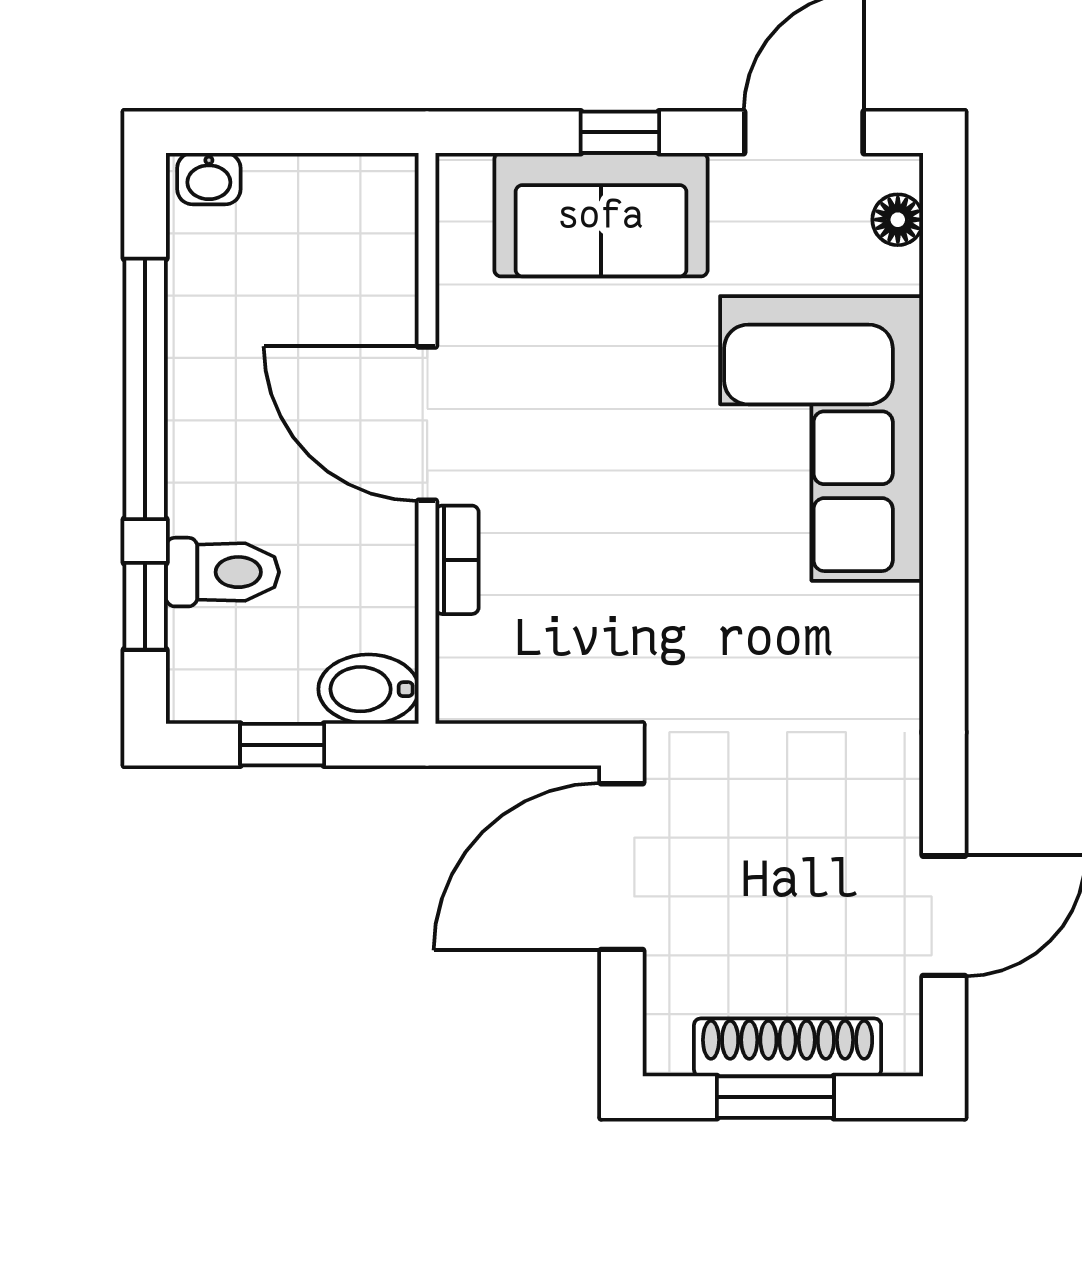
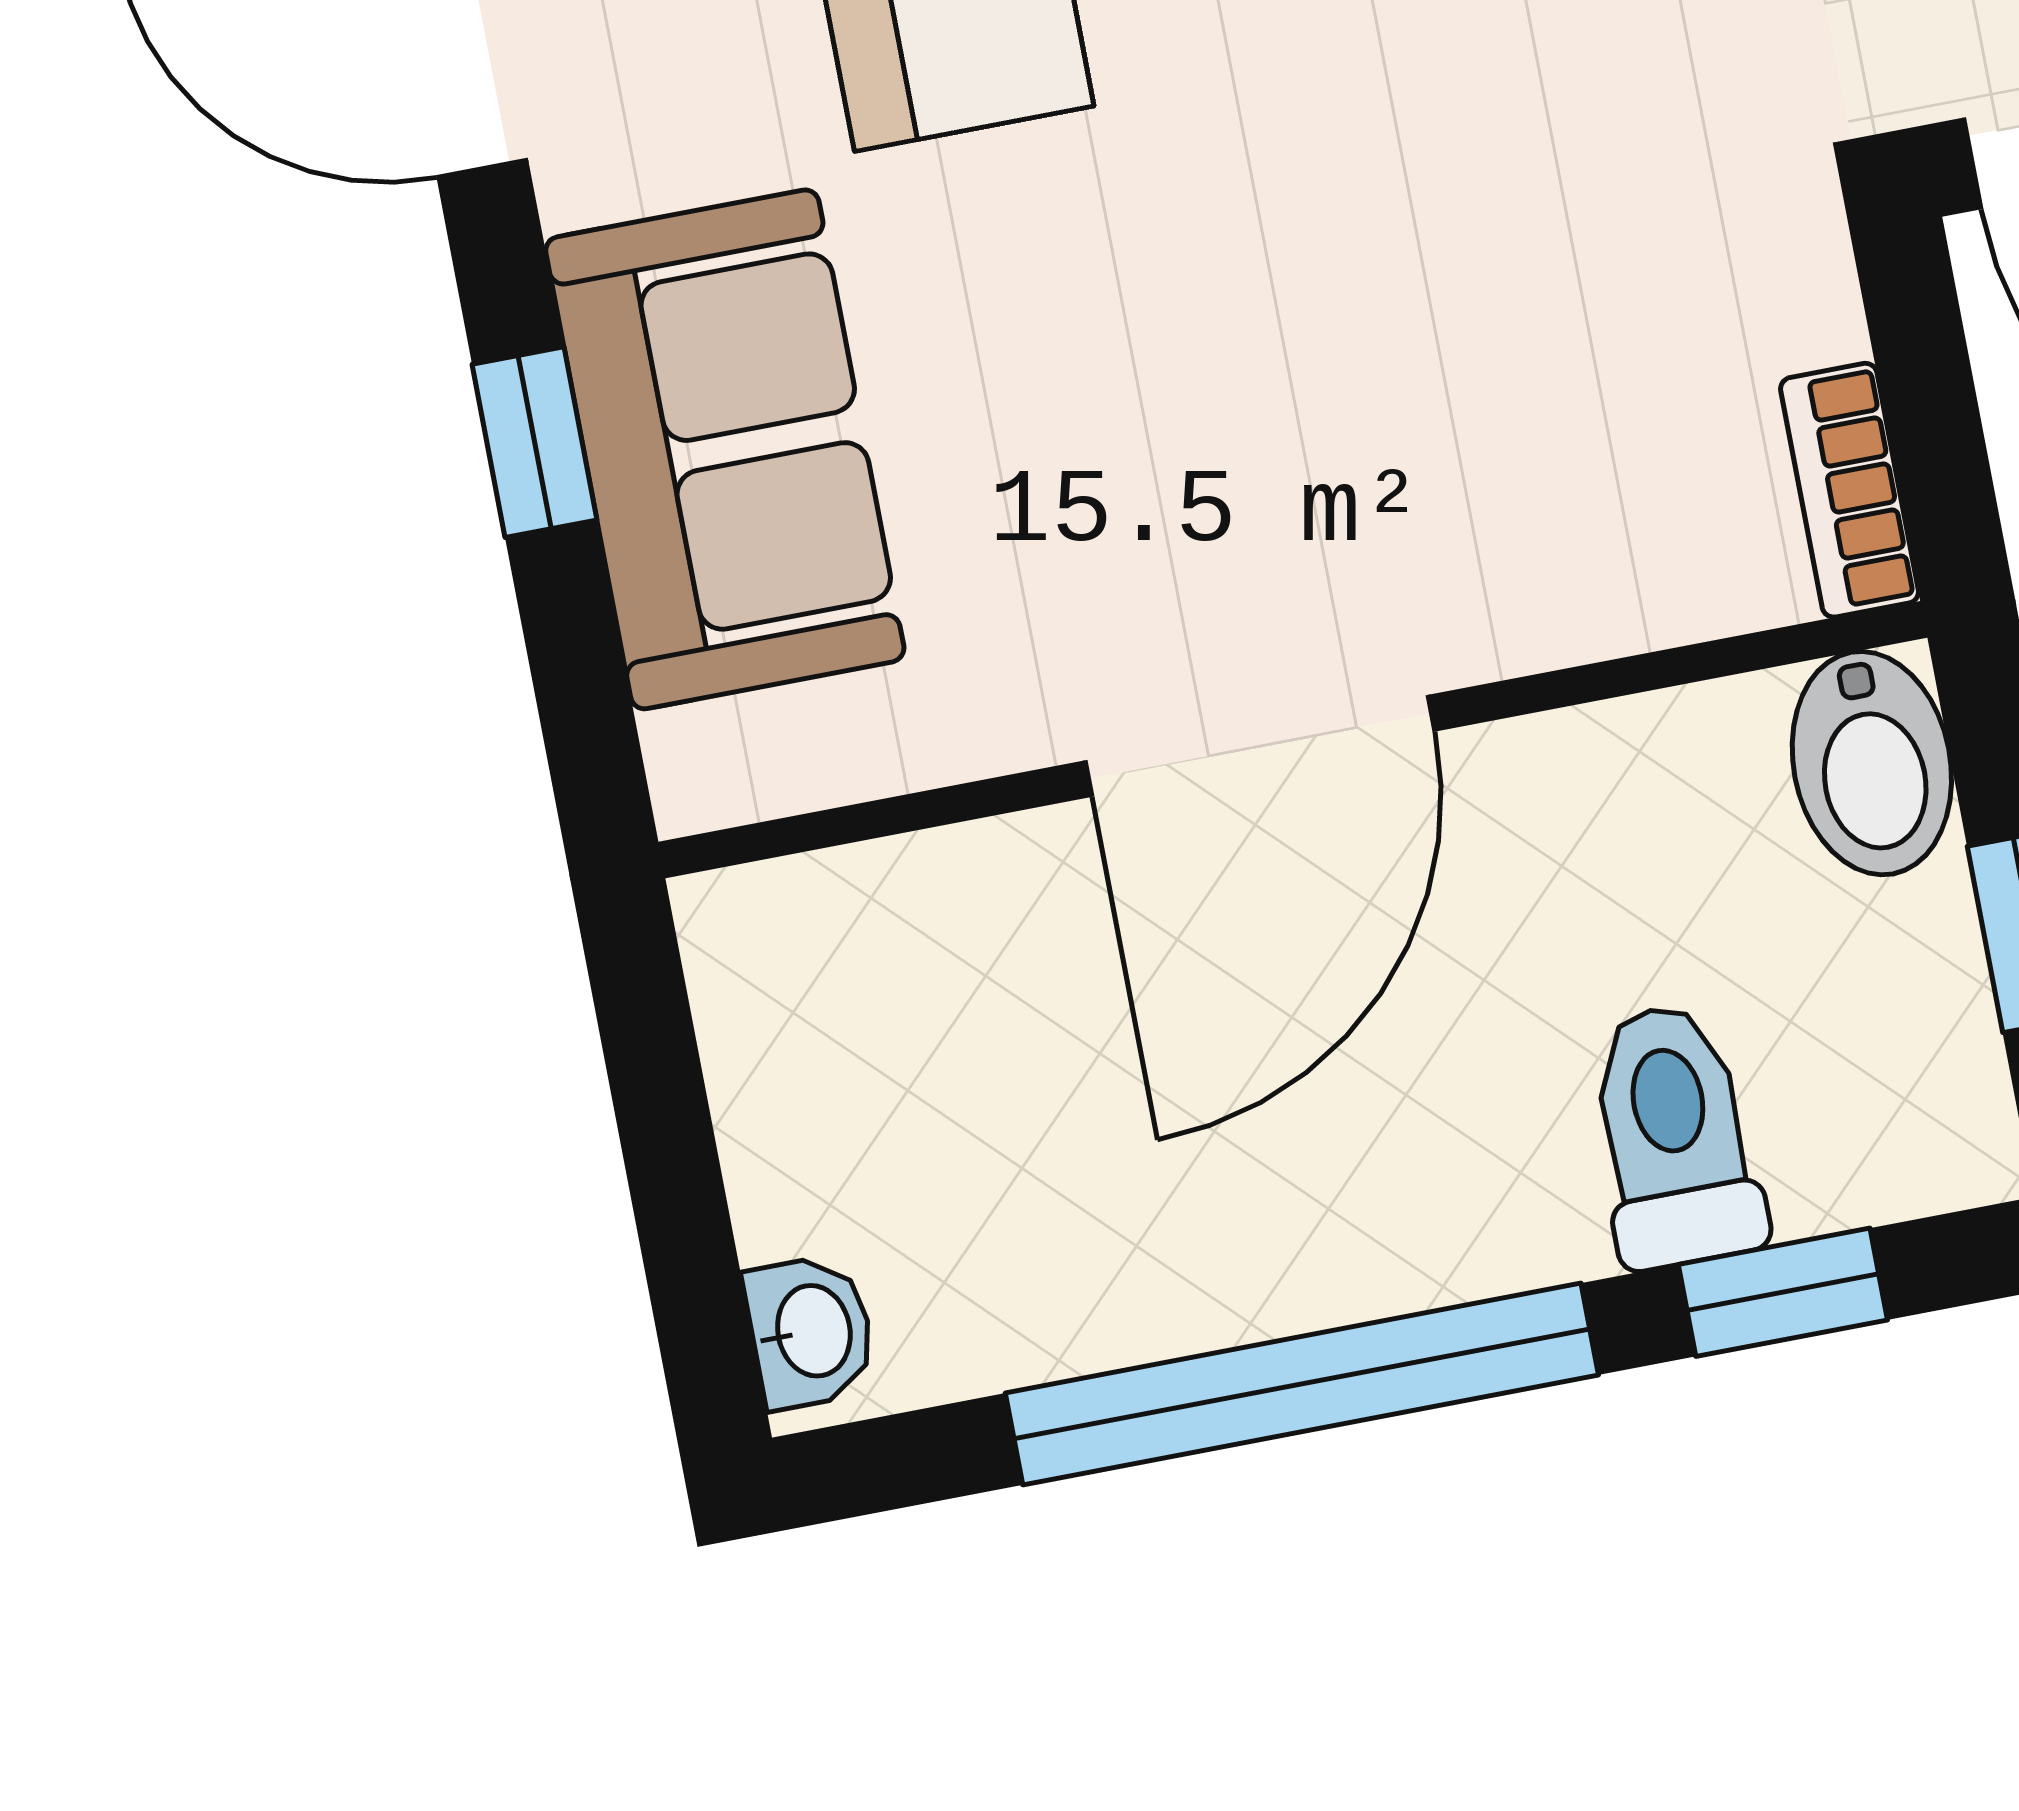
bookcase: (457, 560) -> (1850, 490), moved, turned -90

